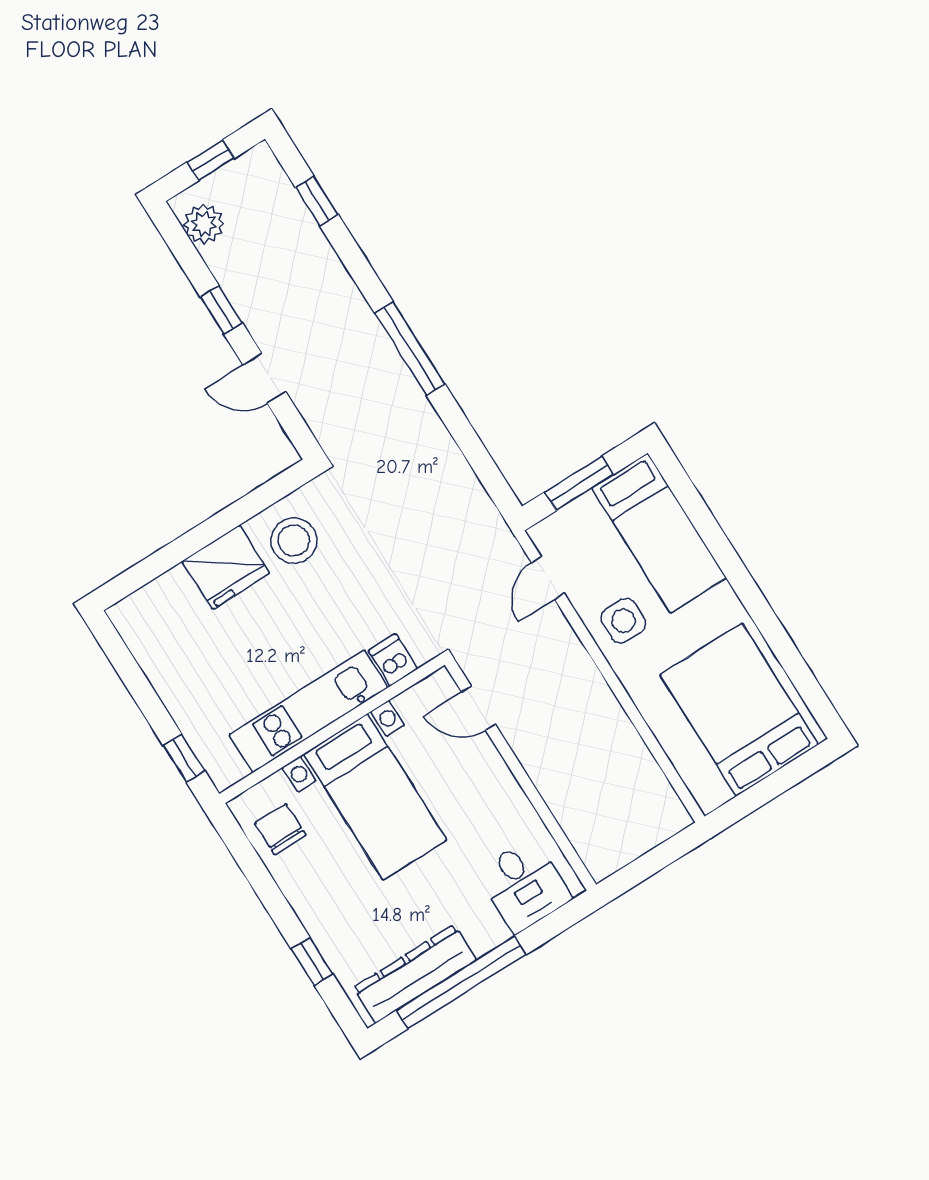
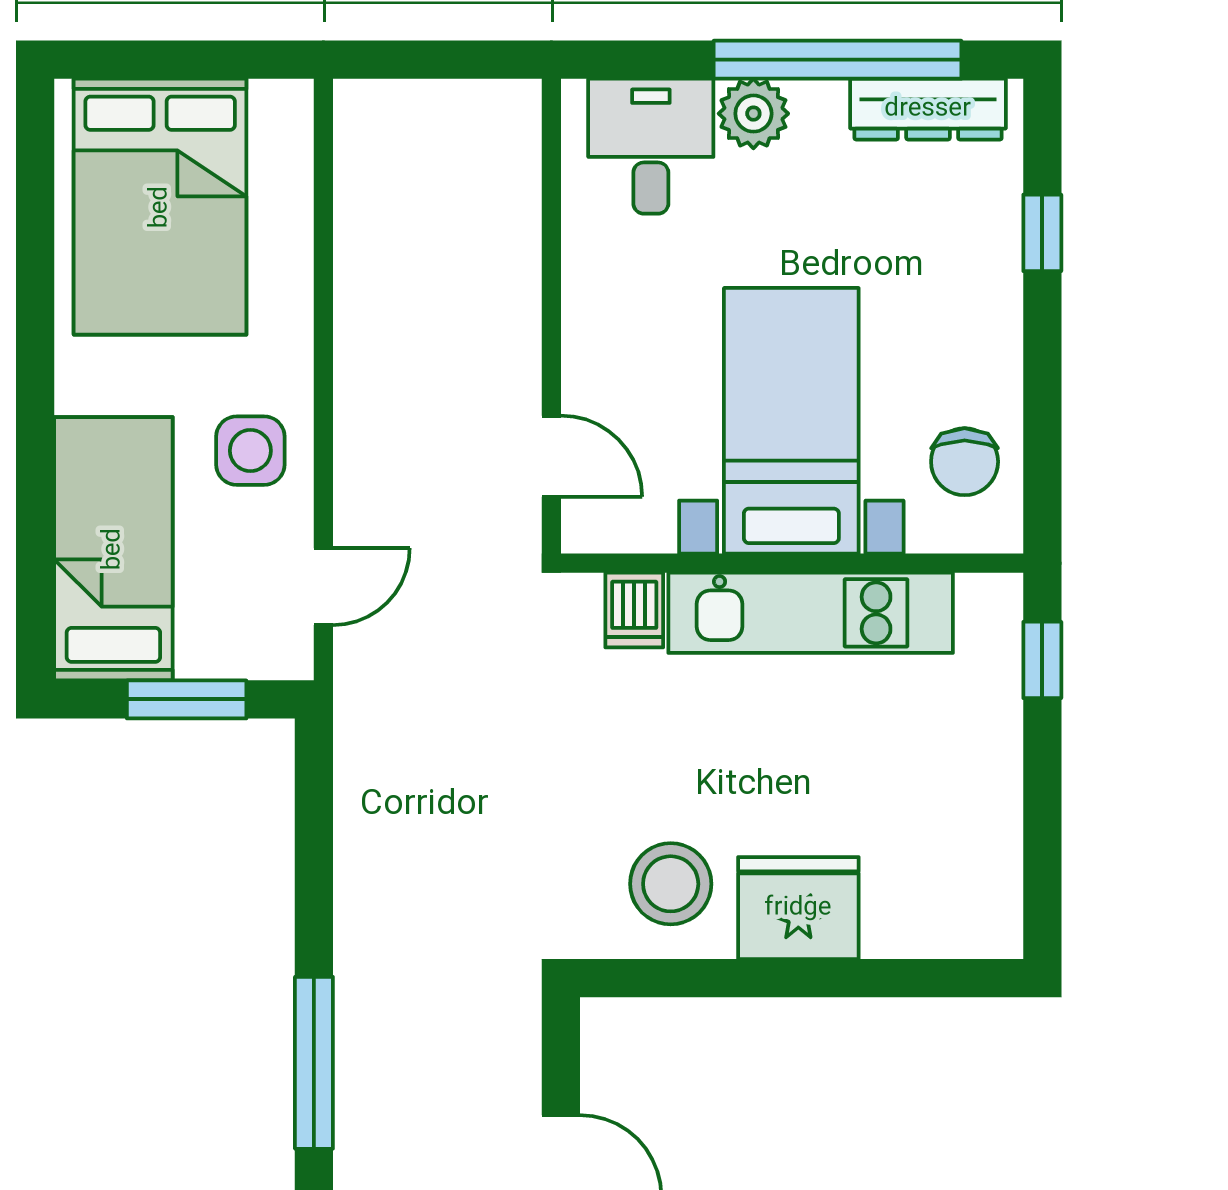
plant: (485, 932) -> (753, 114), added
dresser: (415, 974) -> (928, 109), width x0.73, depth x0.80

